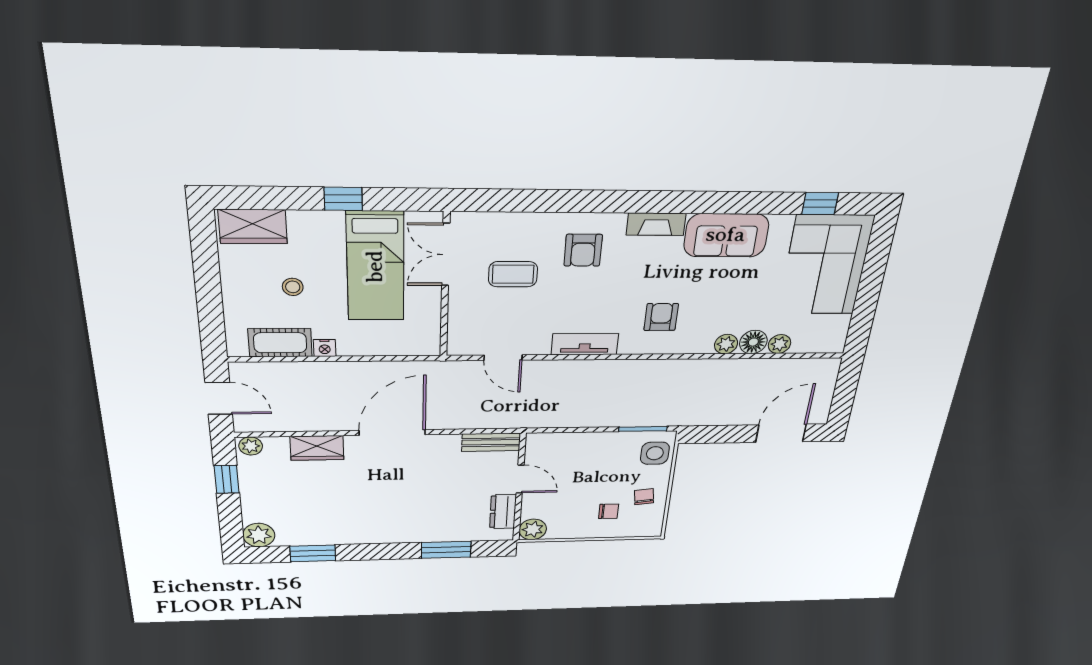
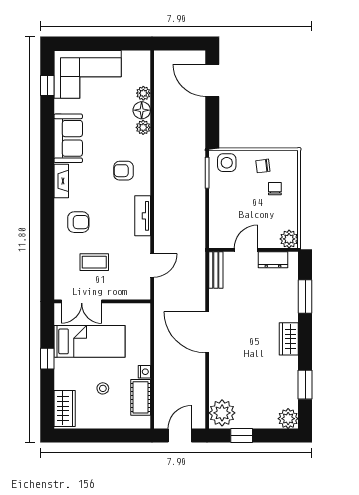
coffee table: (513, 274) -> (94, 262), turned 90
plant: (251, 446) -> (222, 413), width x1.88, depth x1.88
wardrobe: (317, 448) -> (289, 339), moved, turned 180

